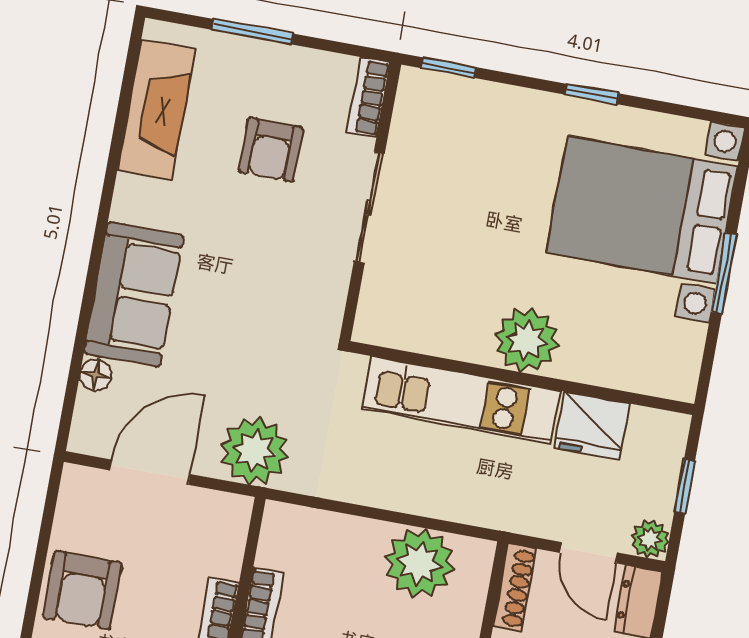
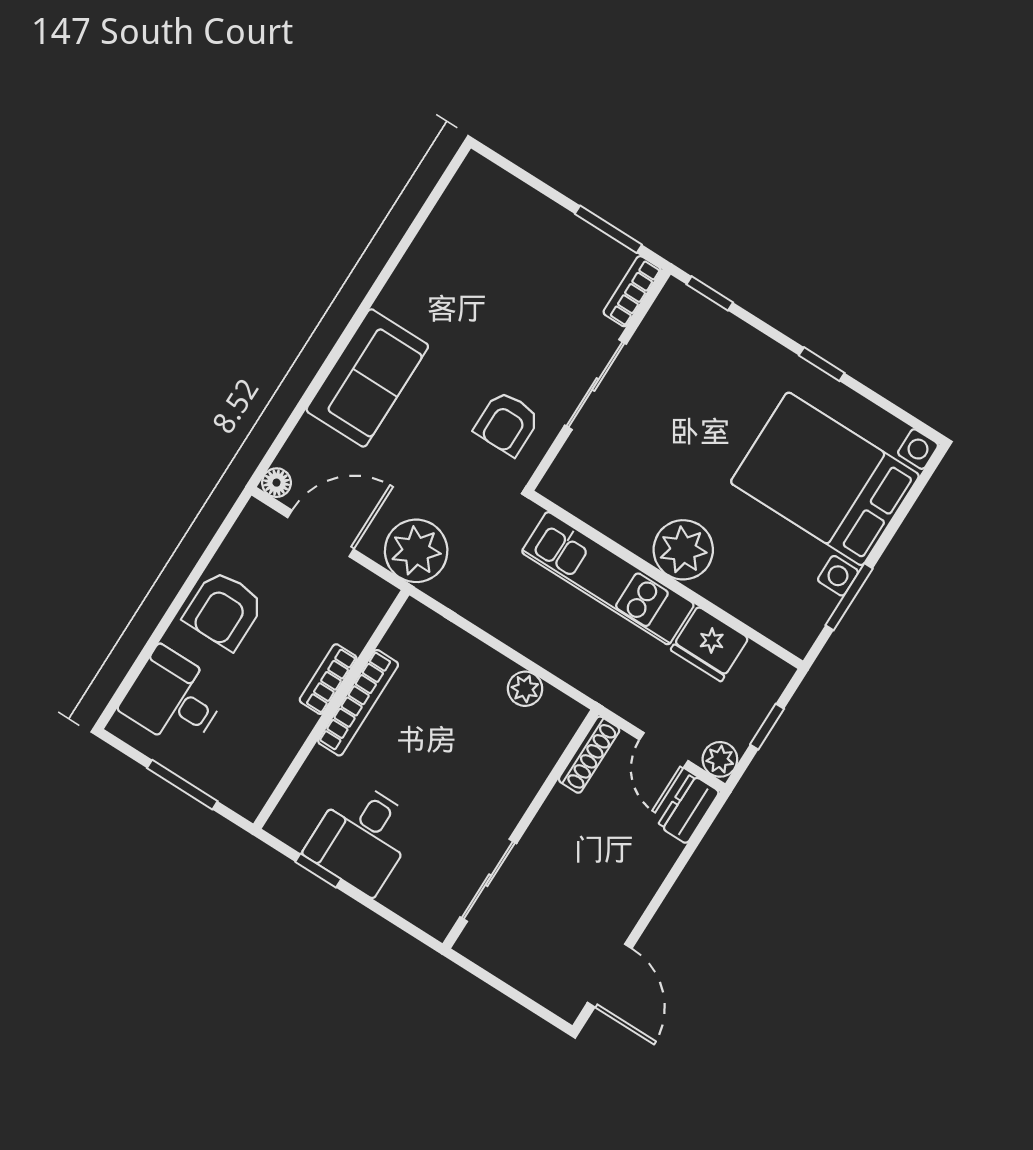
window: (253, 32) -> (608, 229), moved
fireplace: (156, 110) -> (449, 230), removed
armchair: (271, 150) -> (507, 423), moved
window: (724, 273) -> (849, 597), moved
floor lamp: (96, 375) -> (277, 483), moved
plant: (419, 563) -> (525, 689), width x0.53, depth x0.53

